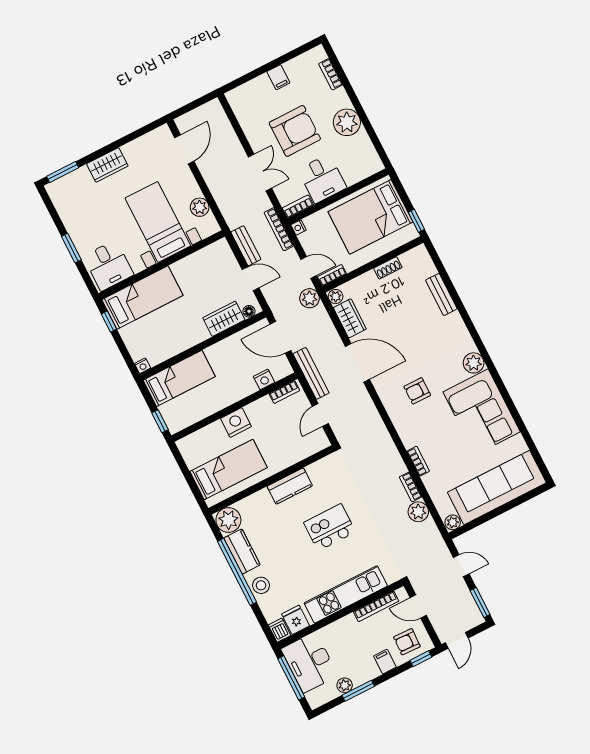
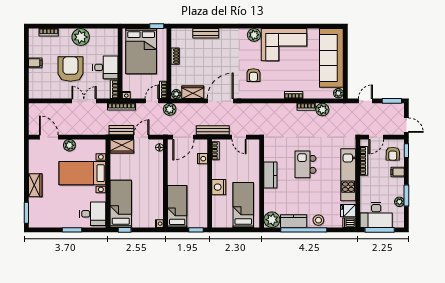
plant: (200, 207) -> (69, 145), moved
wardrobe: (224, 319) -> (122, 146), moved, turned -90

